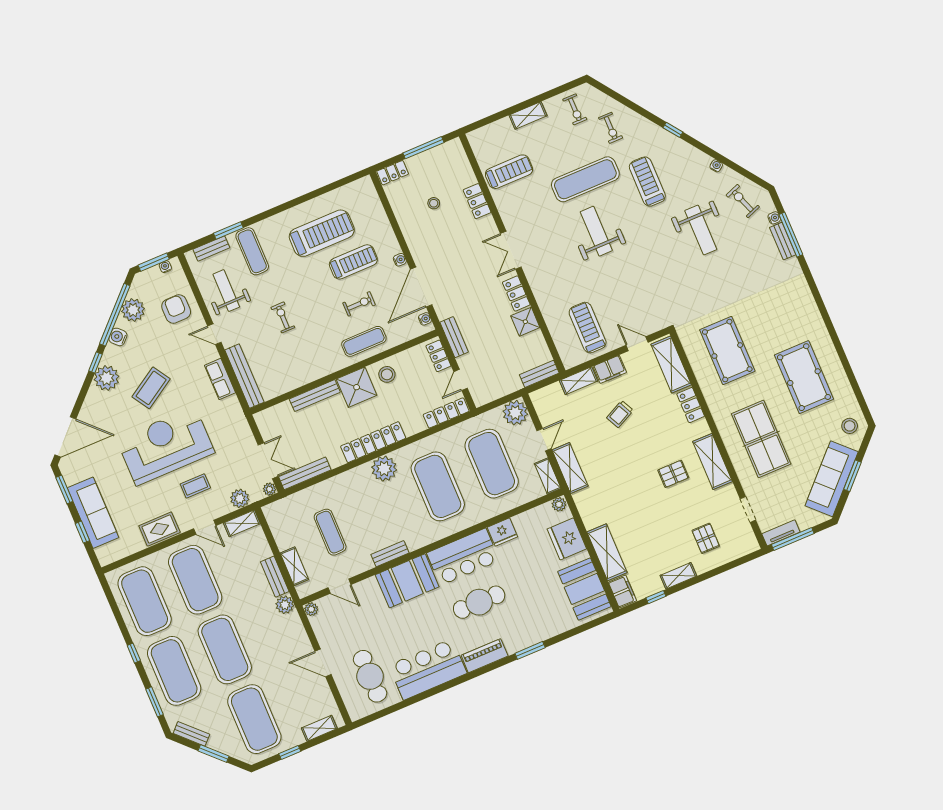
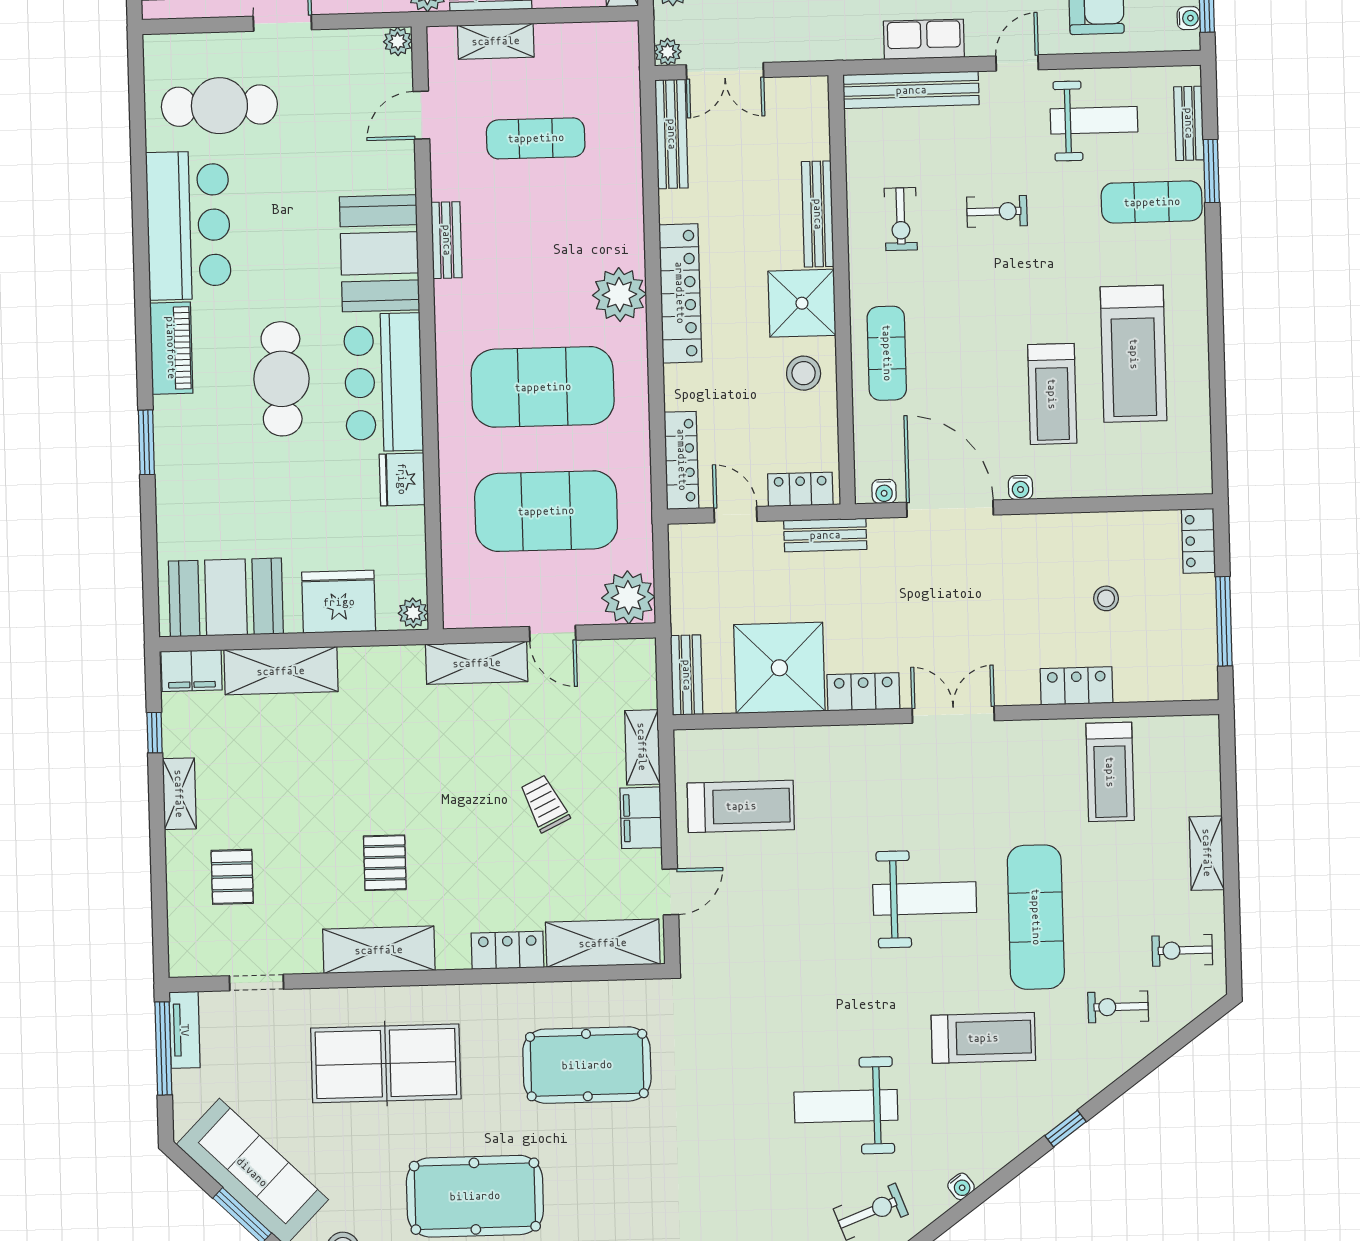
exercise bike: (359, 304) -> (901, 219), moved
shower: (525, 322) -> (779, 668), width x1.86, depth x1.86
shelving: (548, 476) -> (478, 612), removed
pallet: (706, 538) -> (232, 877), turned 90

